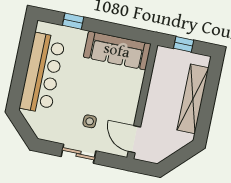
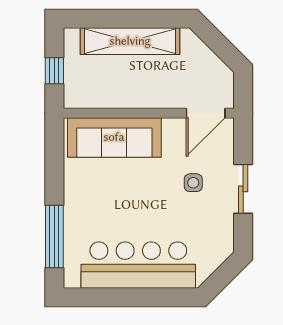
window: (73, 21) -> (54, 236), width x2.17
sofa: (117, 51) -> (114, 137), moved, turned 90

